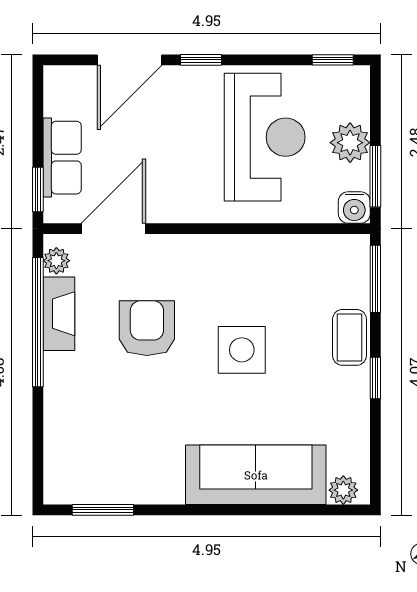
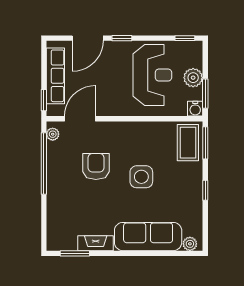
row of seats: (62, 158) -> (55, 76), width x1.48
fireplace: (59, 314) -> (96, 243), moved, turned -90
coffee table: (350, 337) -> (188, 143), moved, width x1.36, depth x1.30

